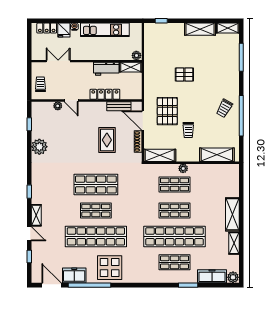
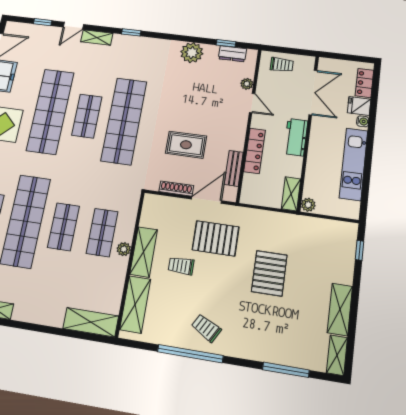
double door: (58, 61) -> (313, 92), width x1.37
workbench: (106, 69) -> (296, 137), moved
pallet: (184, 74) -> (269, 273), width x1.50, depth x1.42
door: (71, 100) -> (252, 103), swing flipped
dresser: (37, 119) -> (232, 54), added
shelving: (160, 155) -> (144, 252), moved
shop shelf: (96, 185) -> (124, 121), width x1.40
shelving: (232, 214) -> (91, 322), moved

